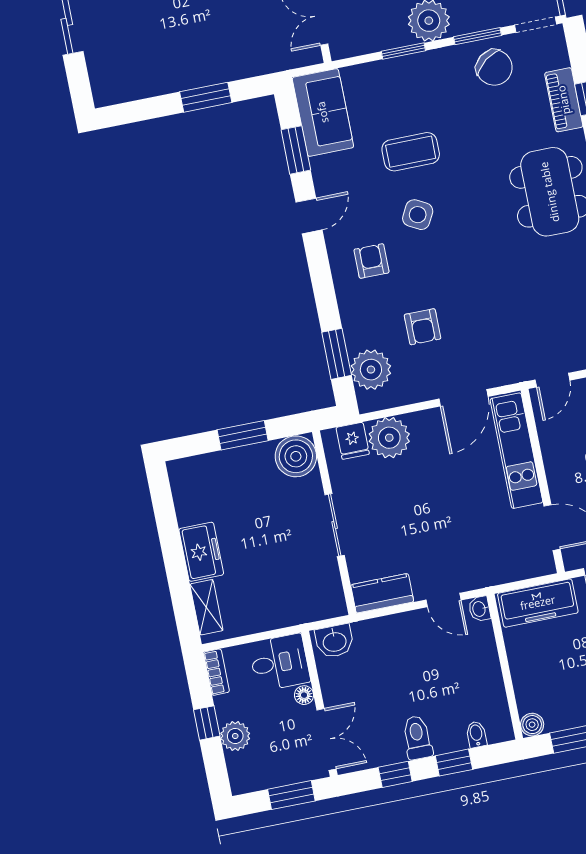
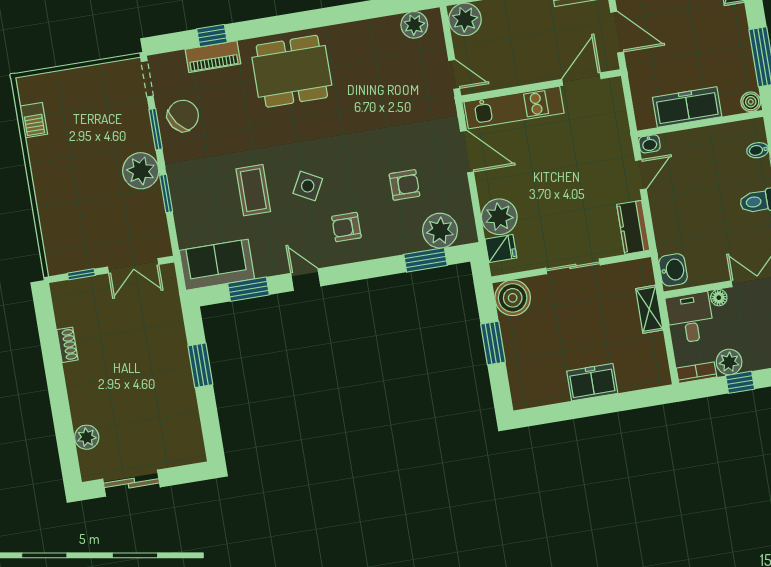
freezer: (538, 603) -> (687, 107), moved, turned -90
shelving: (206, 607) -> (649, 309), moved, turned 90
plant: (235, 736) -> (729, 362), moved

